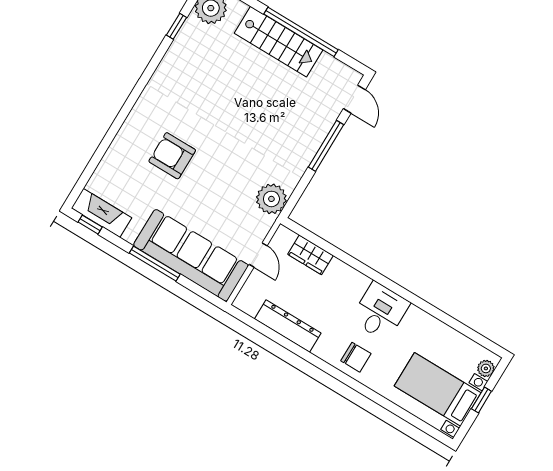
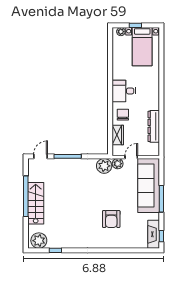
plant: (261, 225) -> (118, 164), added
chair: (356, 357) -> (123, 115), moved

